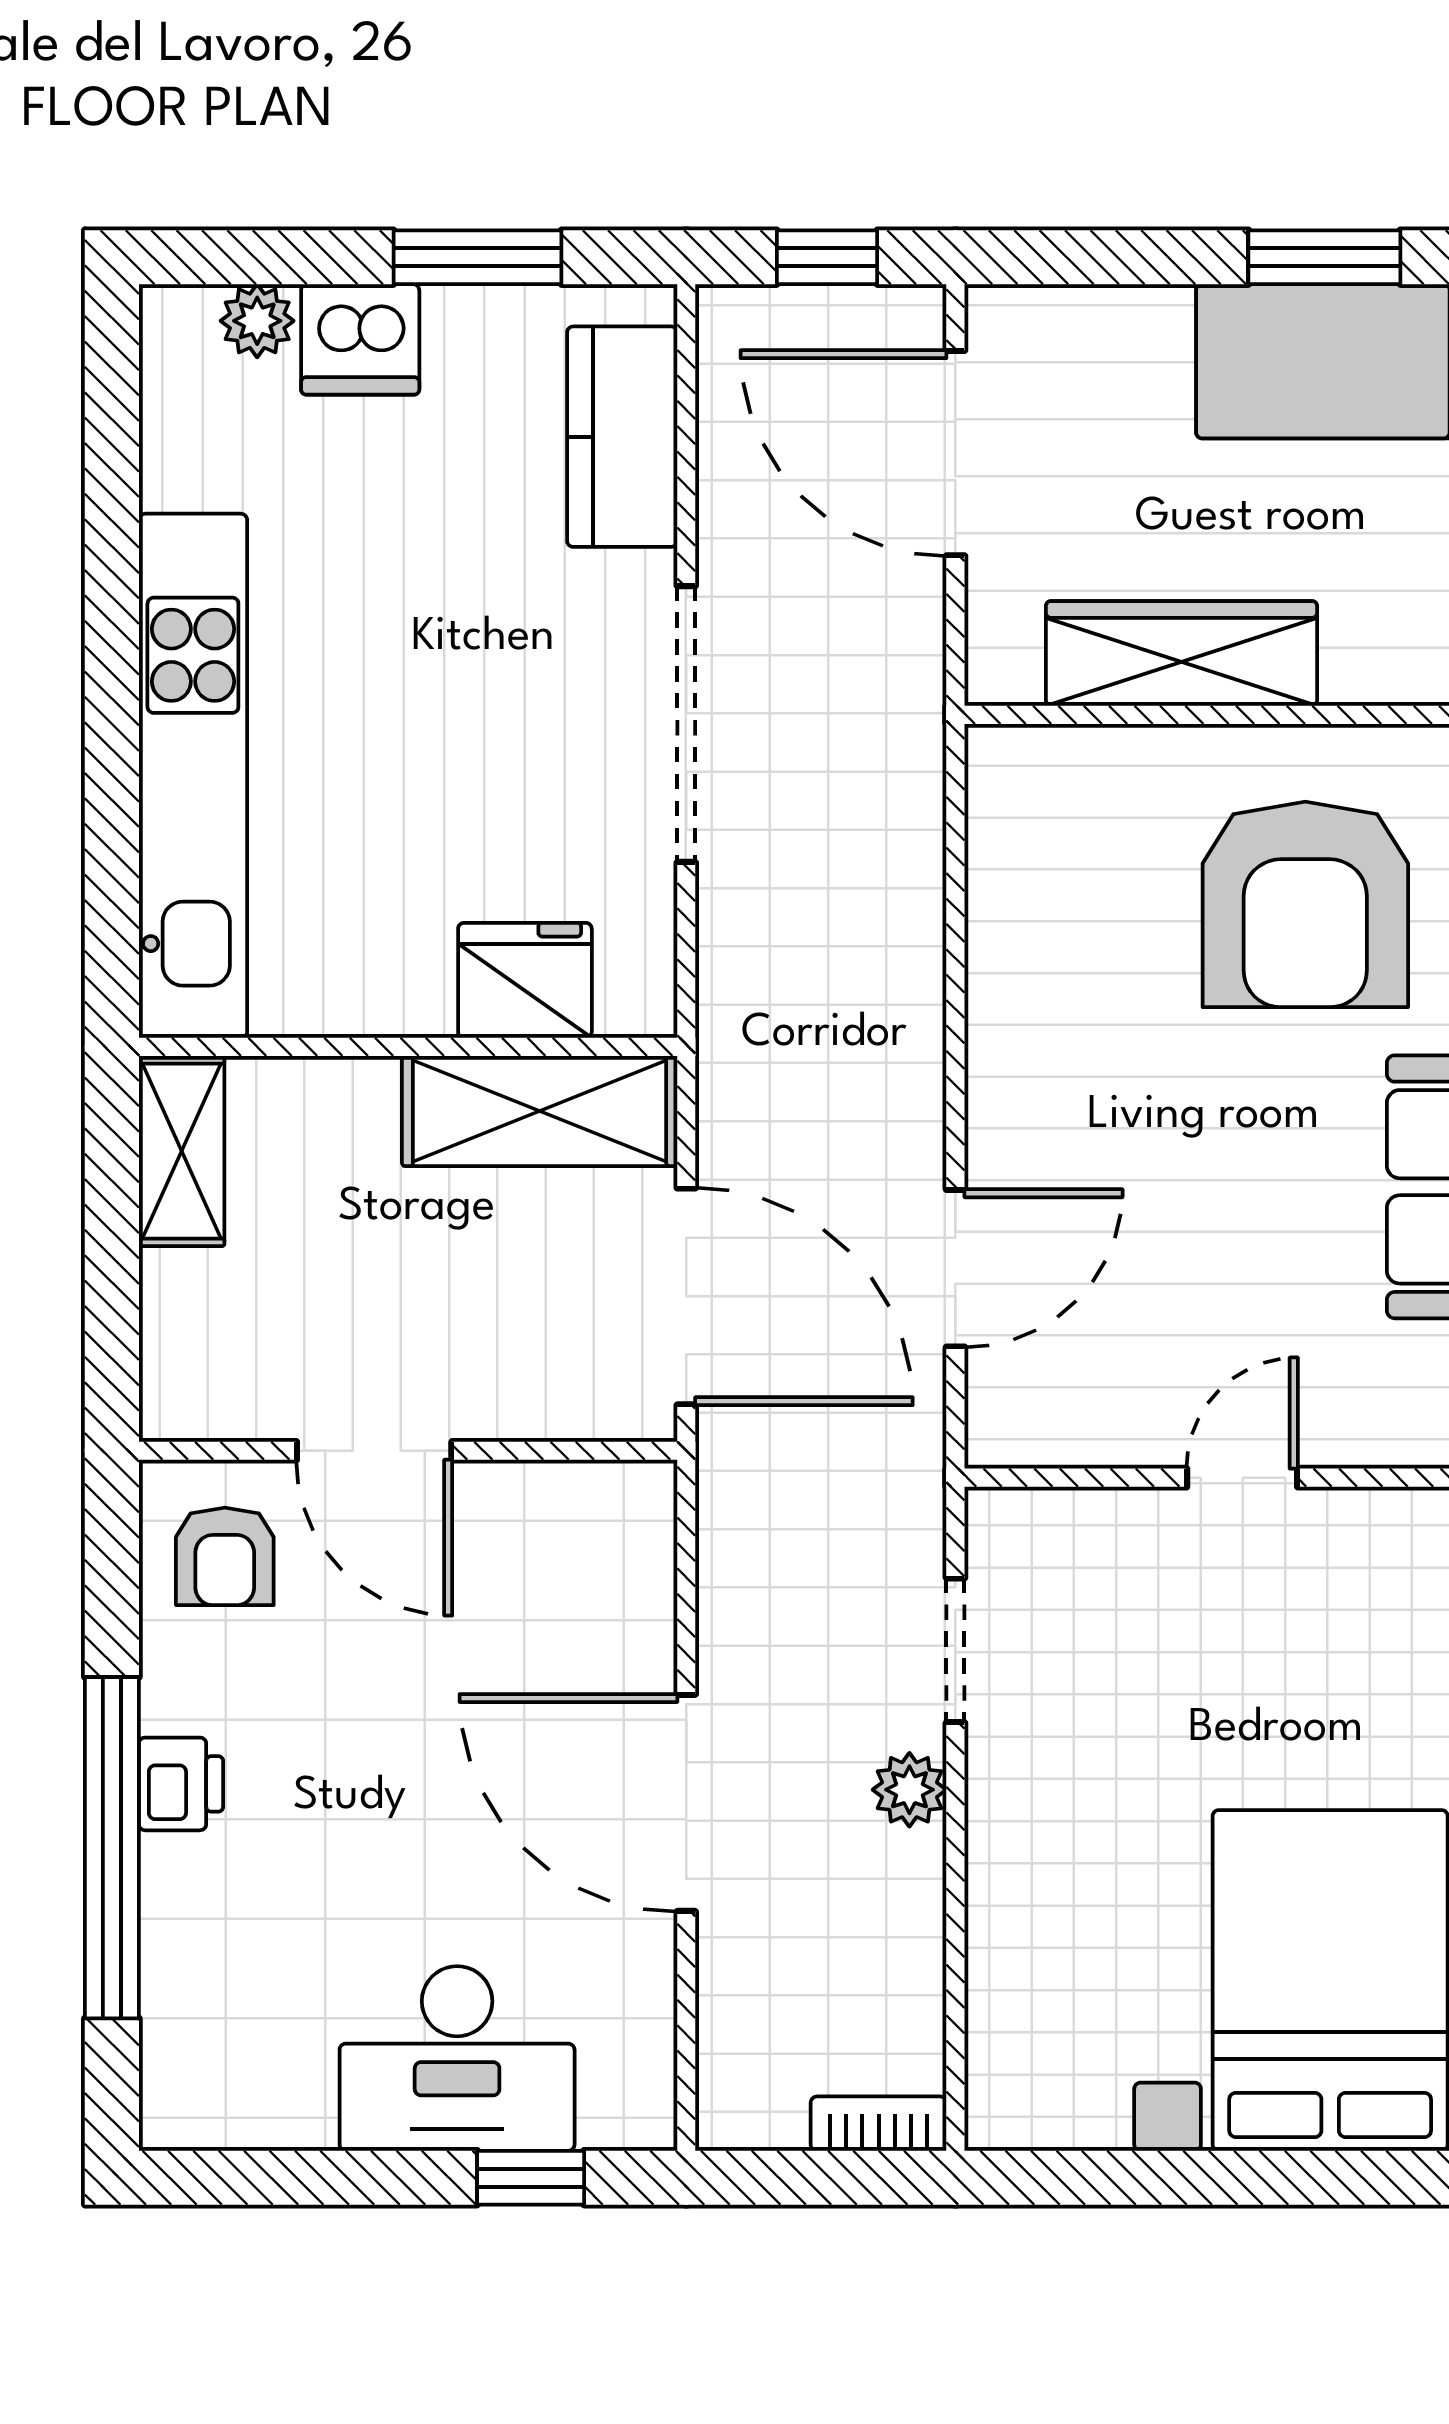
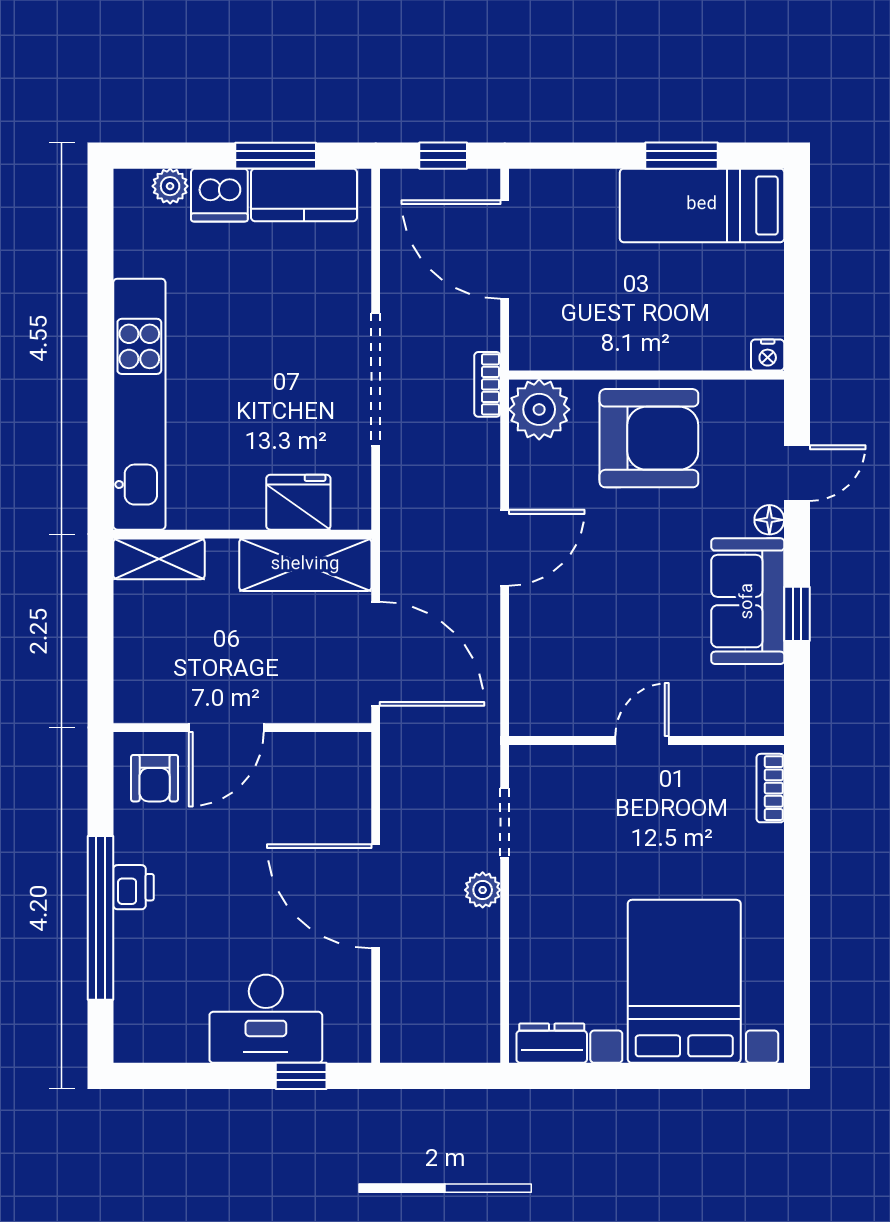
kitchen counter: (622, 437) -> (304, 195), moved, turned -90
wardrobe: (1182, 653) -> (613, 346), removed
plant: (1027, 787) -> (539, 409), added
armchair: (1305, 904) -> (649, 438), moved, turned -90
shelving: (182, 1151) -> (159, 559), moved, turned 90
door: (955, 1268) -> (505, 548), moved
door: (374, 1451) -> (226, 728), hinge flipped
dresser: (1054, 2109) -> (552, 1043), added
bookcase: (879, 2124) -> (487, 384), moved, turned -90

